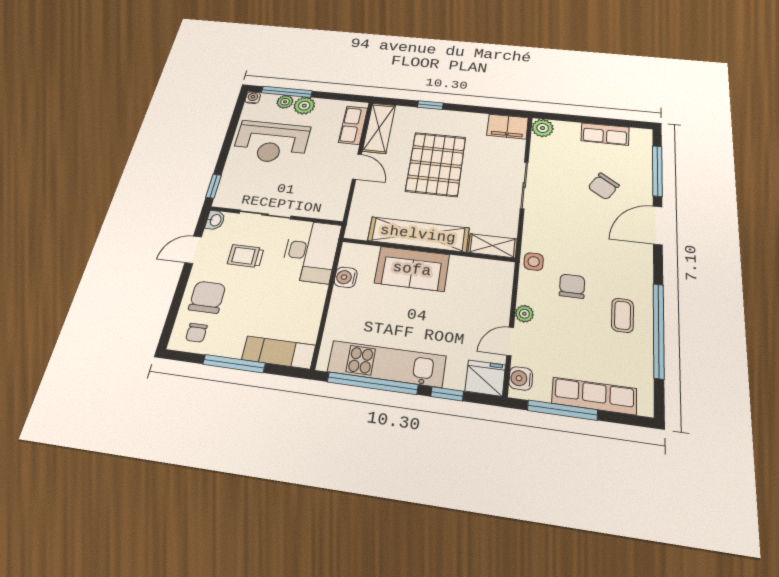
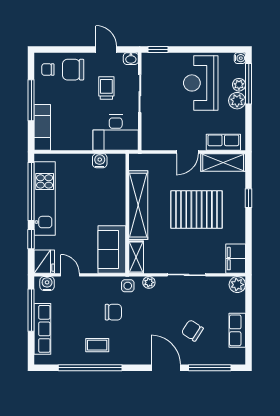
sofa: (412, 269) -> (112, 249), moved
chair: (207, 297) -> (73, 70), turned 180
plant: (524, 314) -> (149, 282), moved

